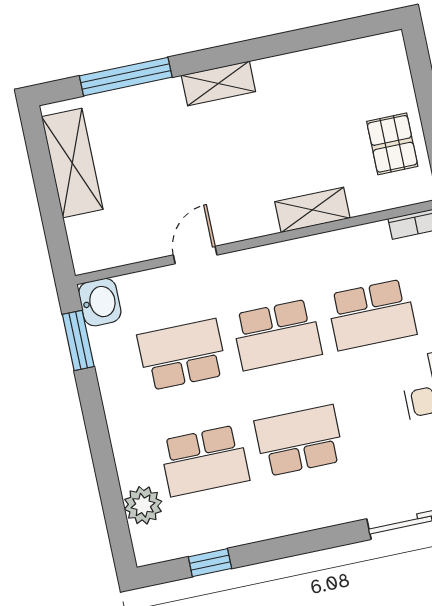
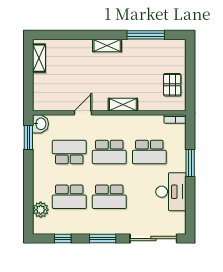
window: (126, 77) -> (146, 35), moved
shelving: (72, 163) -> (39, 58), width x0.67, depth x0.75
shelving: (312, 210) -> (123, 105), moved
school desk: (299, 441) -> (109, 197), turned 180
window: (304, 543) -> (103, 239), added

